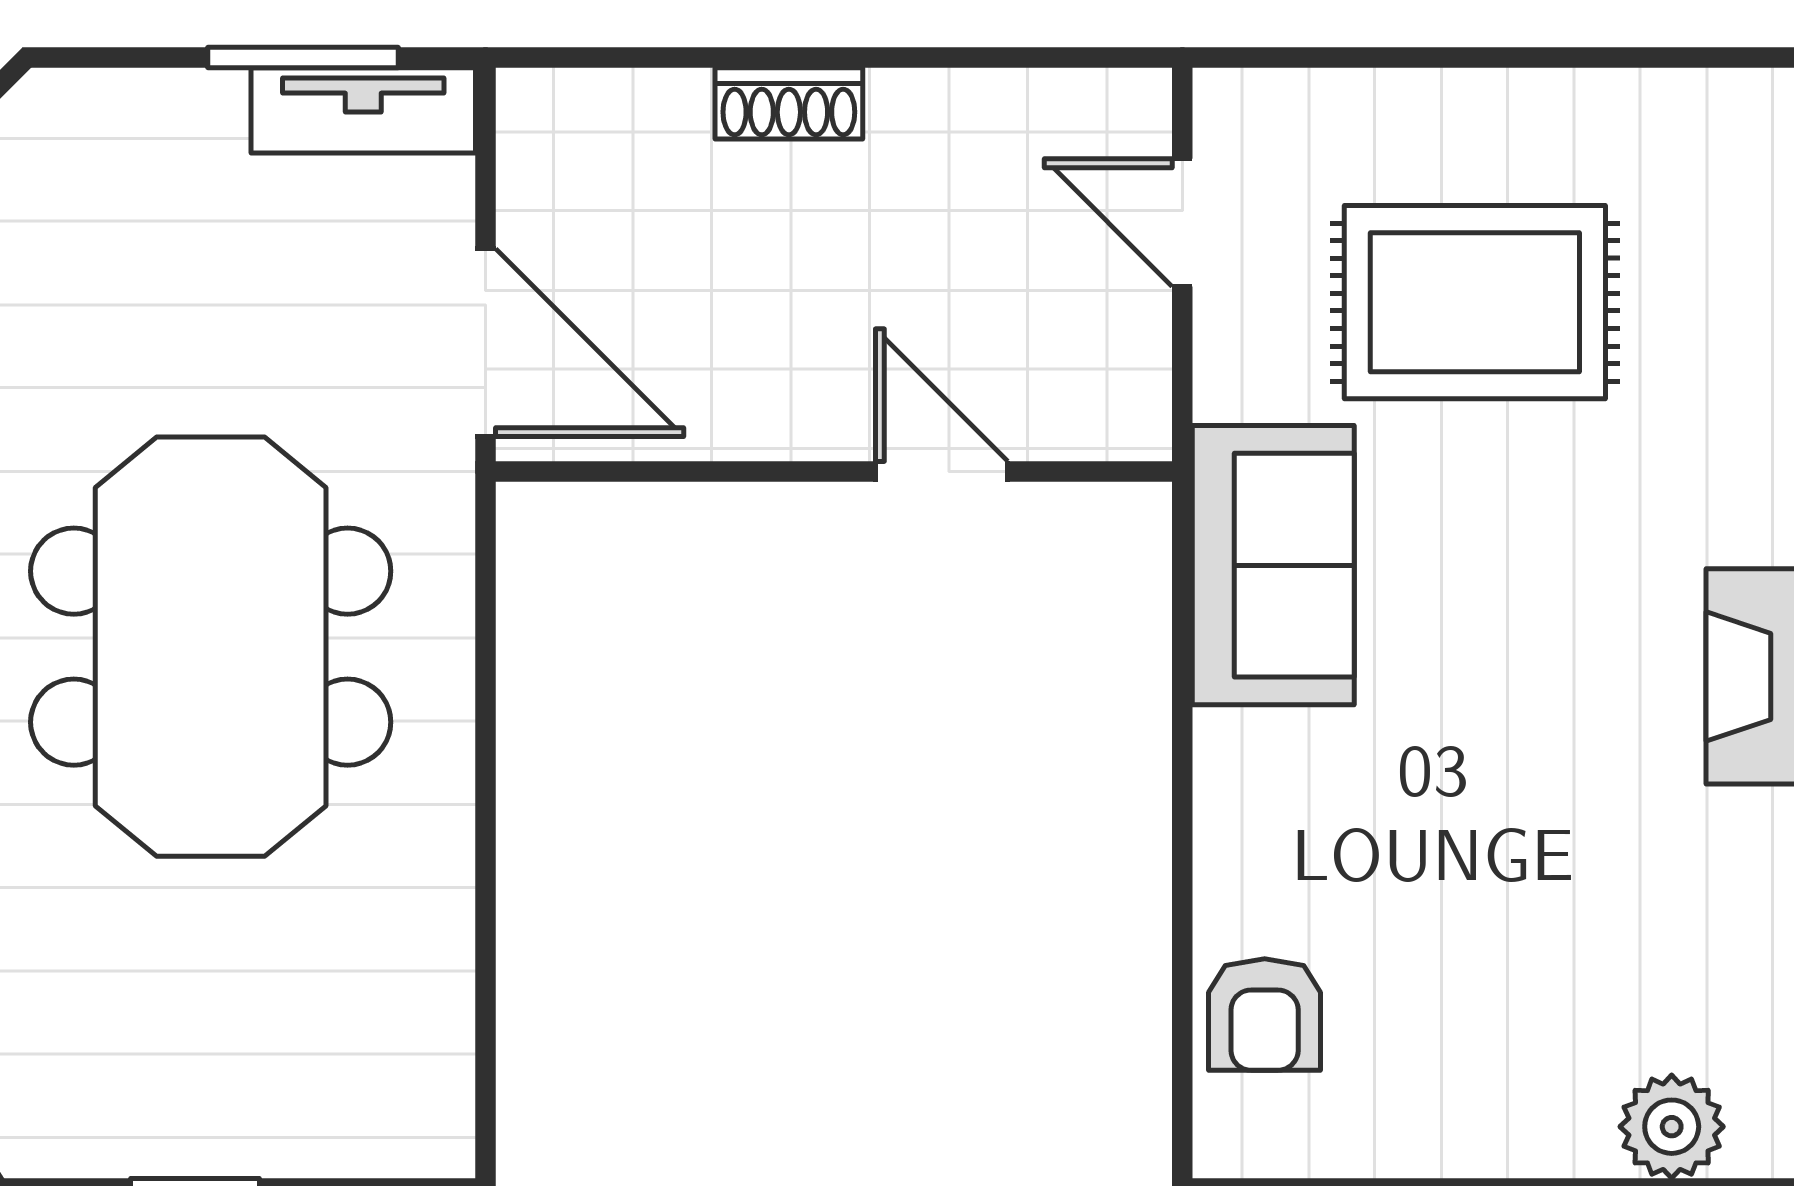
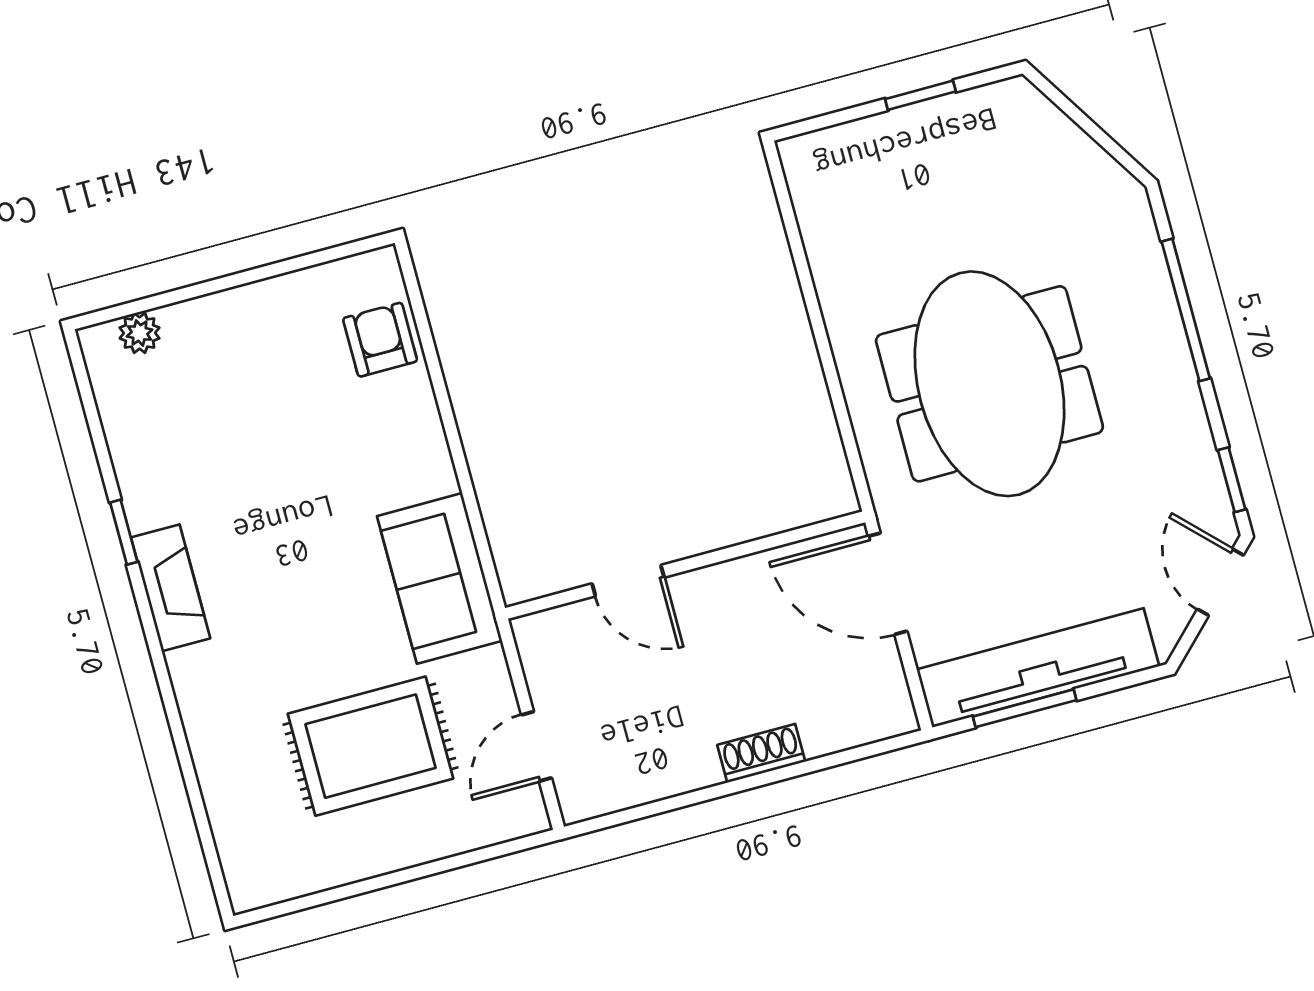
tv unit: (363, 110) -> (1038, 668), width x1.92, depth x1.29
door: (1182, 223) -> (536, 746), swing flipped
plant: (1672, 1127) -> (140, 333), width x0.73, depth x0.73

